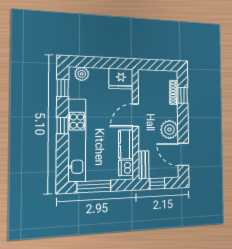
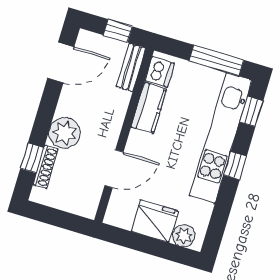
fridge: (121, 79) -> (155, 221), moved
window: (63, 88) -> (251, 111), moved
door: (135, 115) -> (114, 169), moved
plant: (169, 129) -> (65, 133), moved
door: (183, 154) -> (61, 63), hinge flipped

